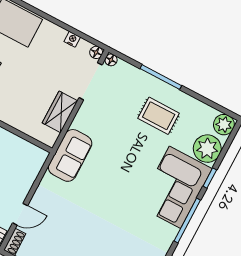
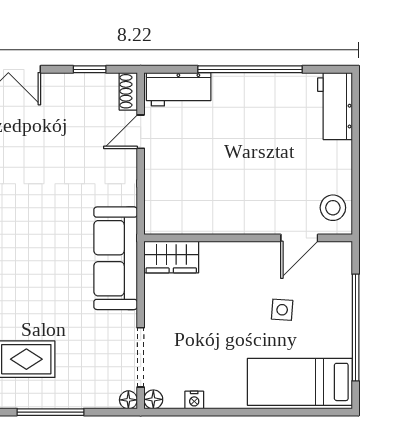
wardrobe: (60, 112) -> (171, 257), moved, turned 90
sofa: (70, 155) -> (116, 258), width x1.36

